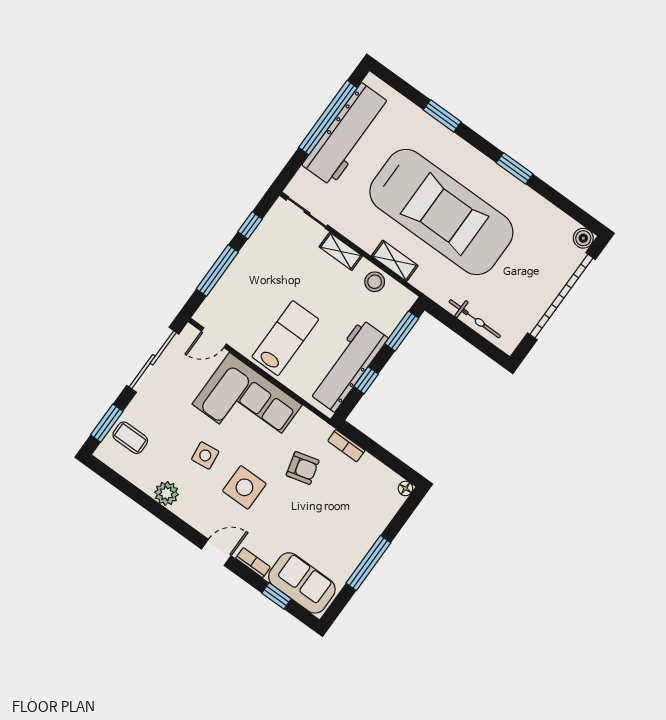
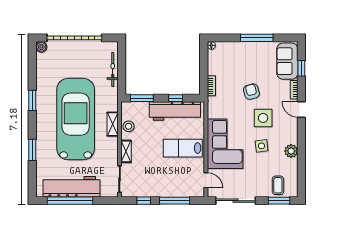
armchair: (303, 468) -> (251, 92), moved

